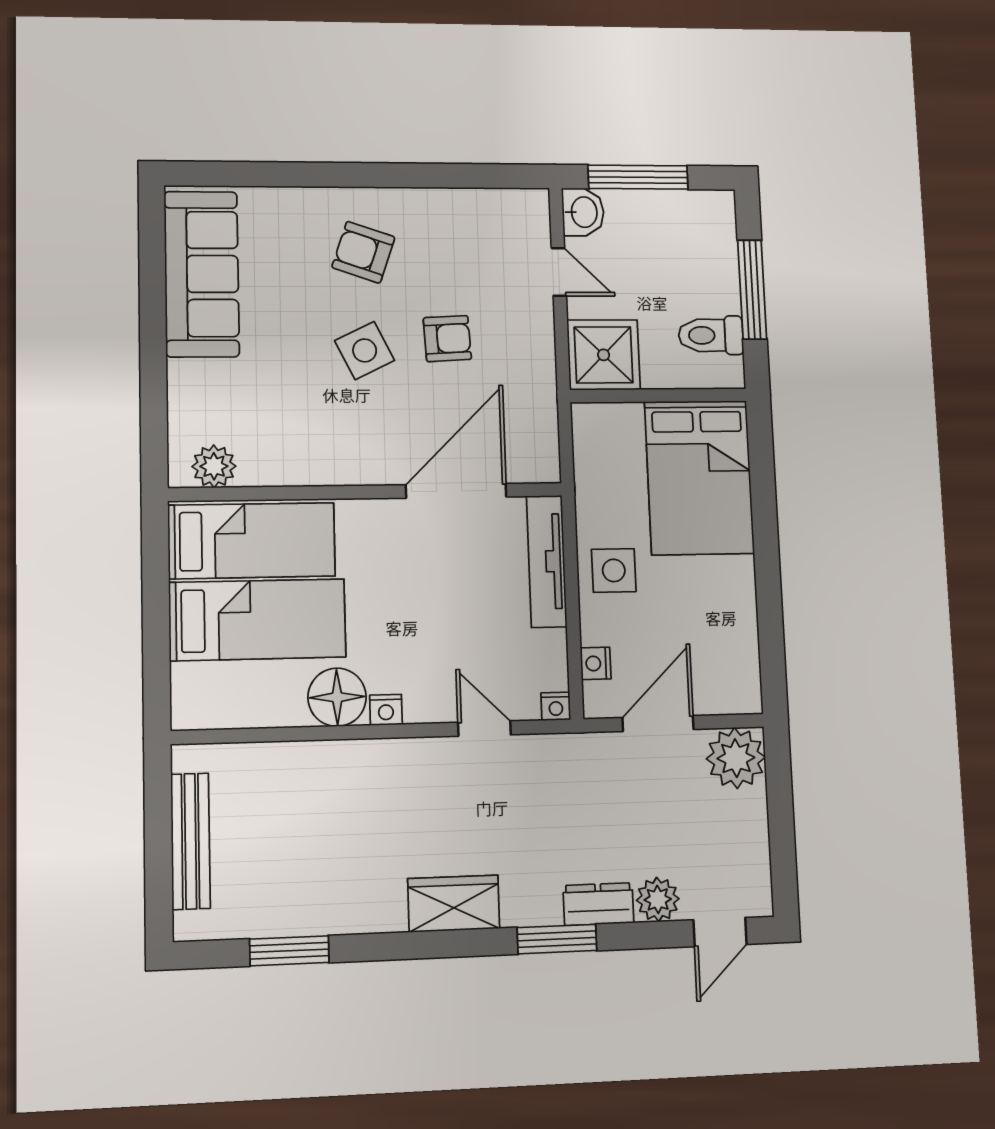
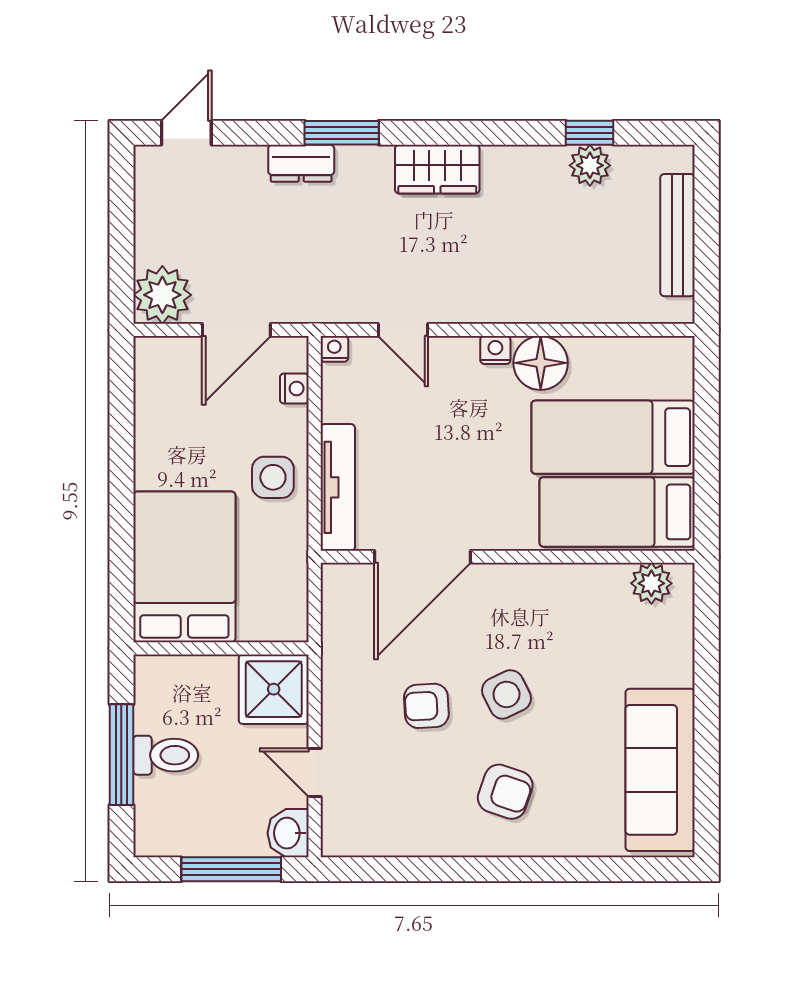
toilet: (711, 335) -> (166, 755), moved
plant: (658, 899) -> (590, 165), moved
window: (289, 951) -> (590, 133), width x0.67

